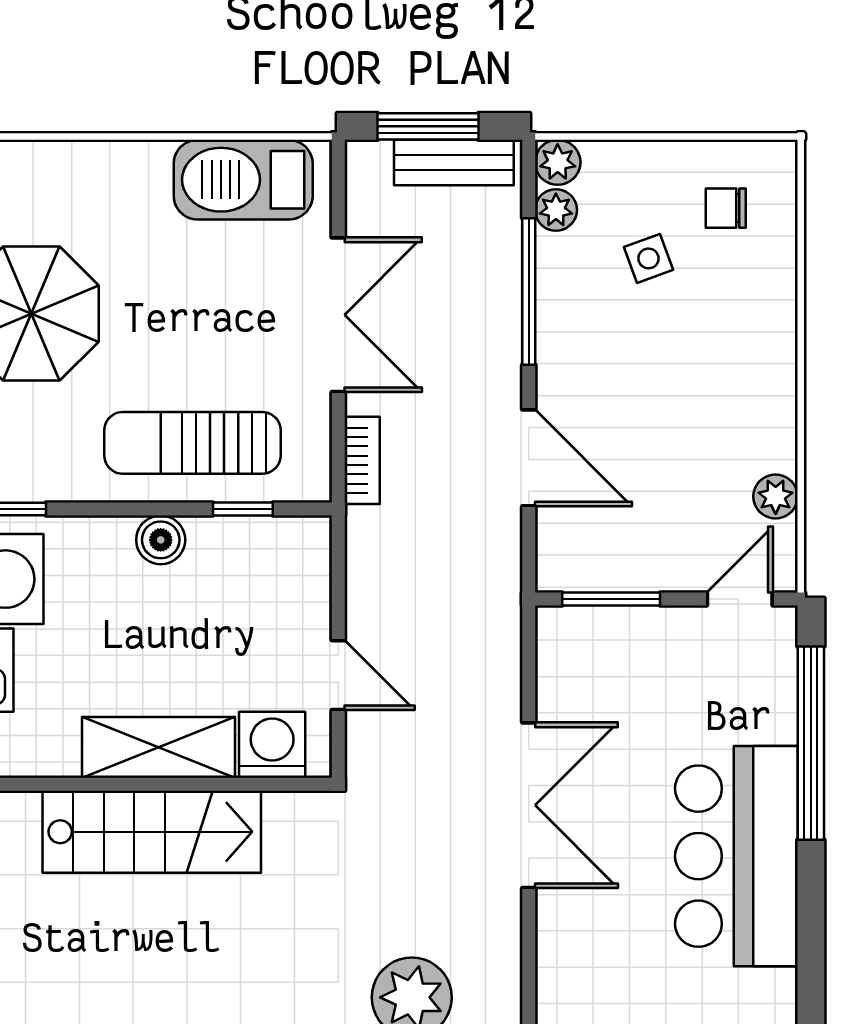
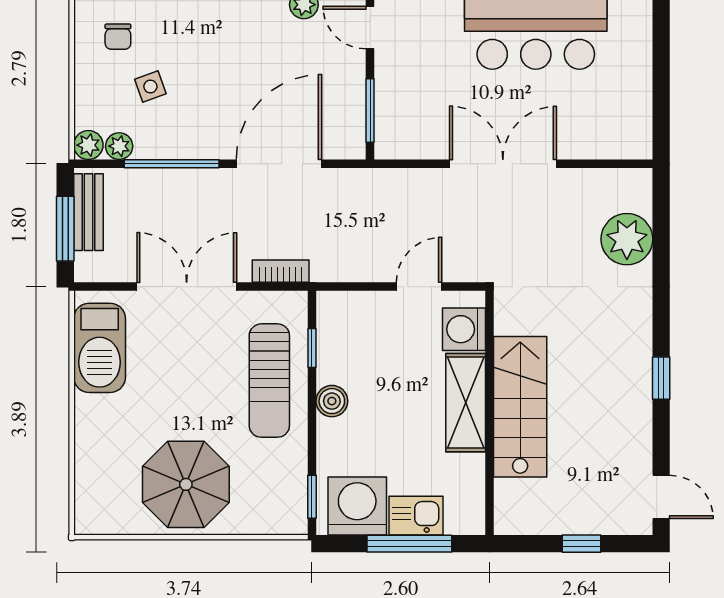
door: (529, 458) -> (279, 164), width x1.36

